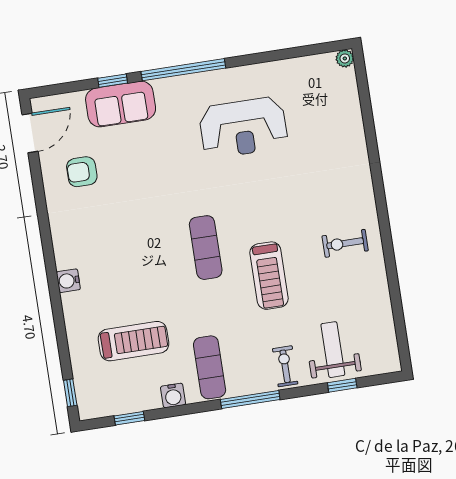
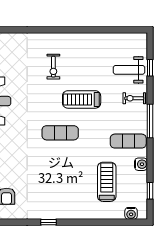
exercise bike: (345, 243) -> (53, 67), moved
treadmill: (269, 276) -> (82, 99), turned 180
water cooler: (68, 281) -> (131, 213), moved
window: (70, 393) -> (48, 222), moved

